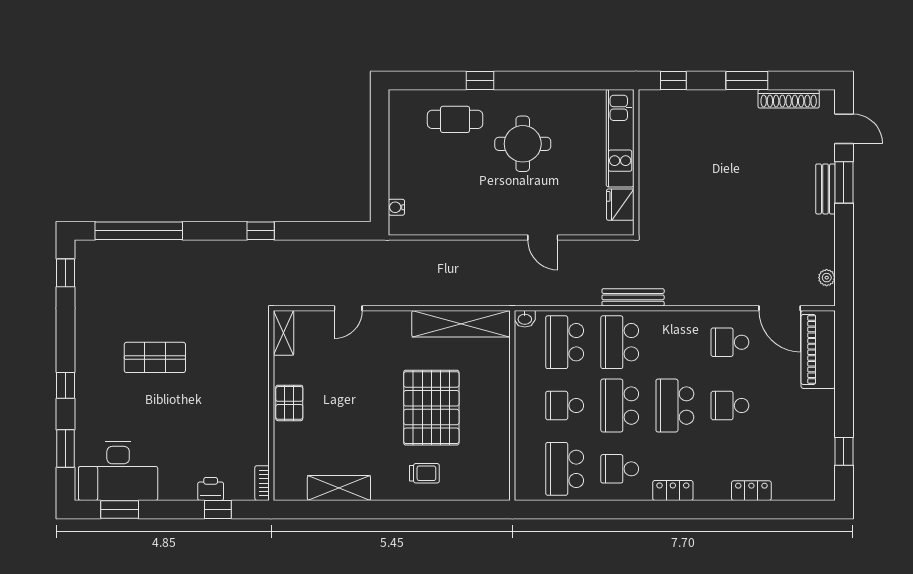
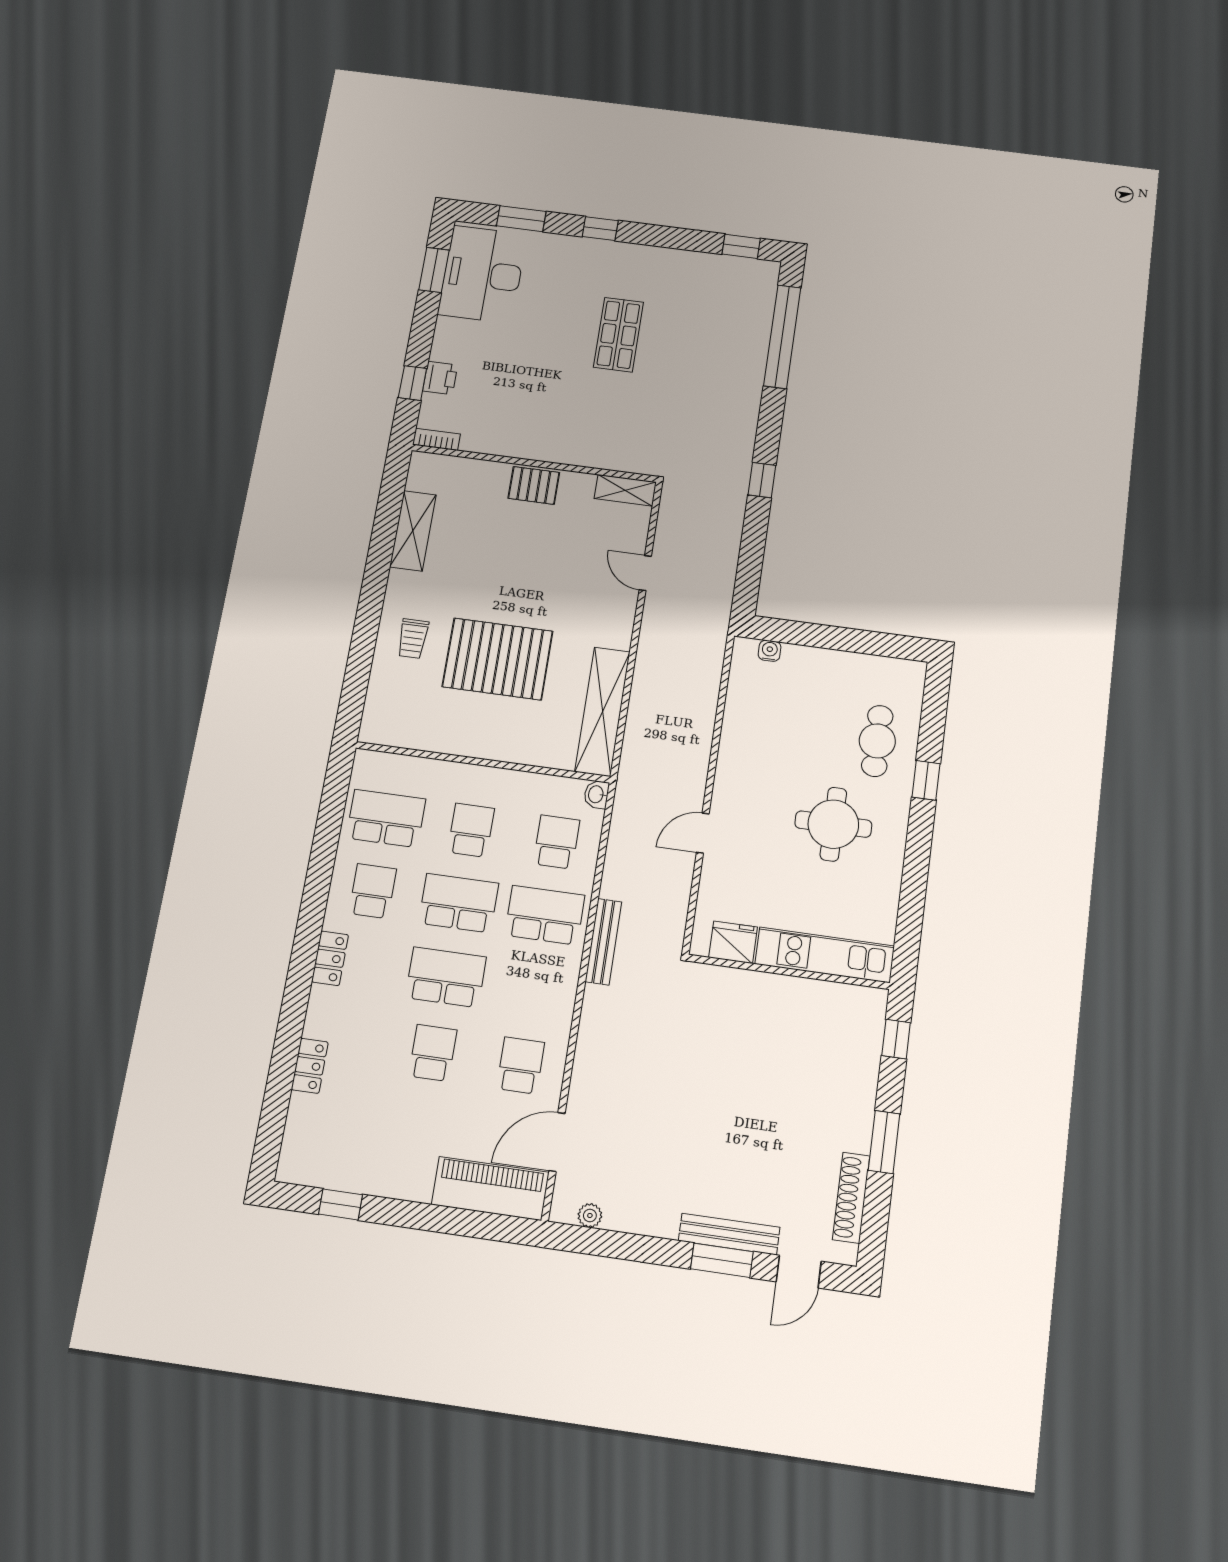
bench: (825, 189) -> (729, 1234), width x1.36
school desk: (565, 342) -> (557, 842), width x0.54

